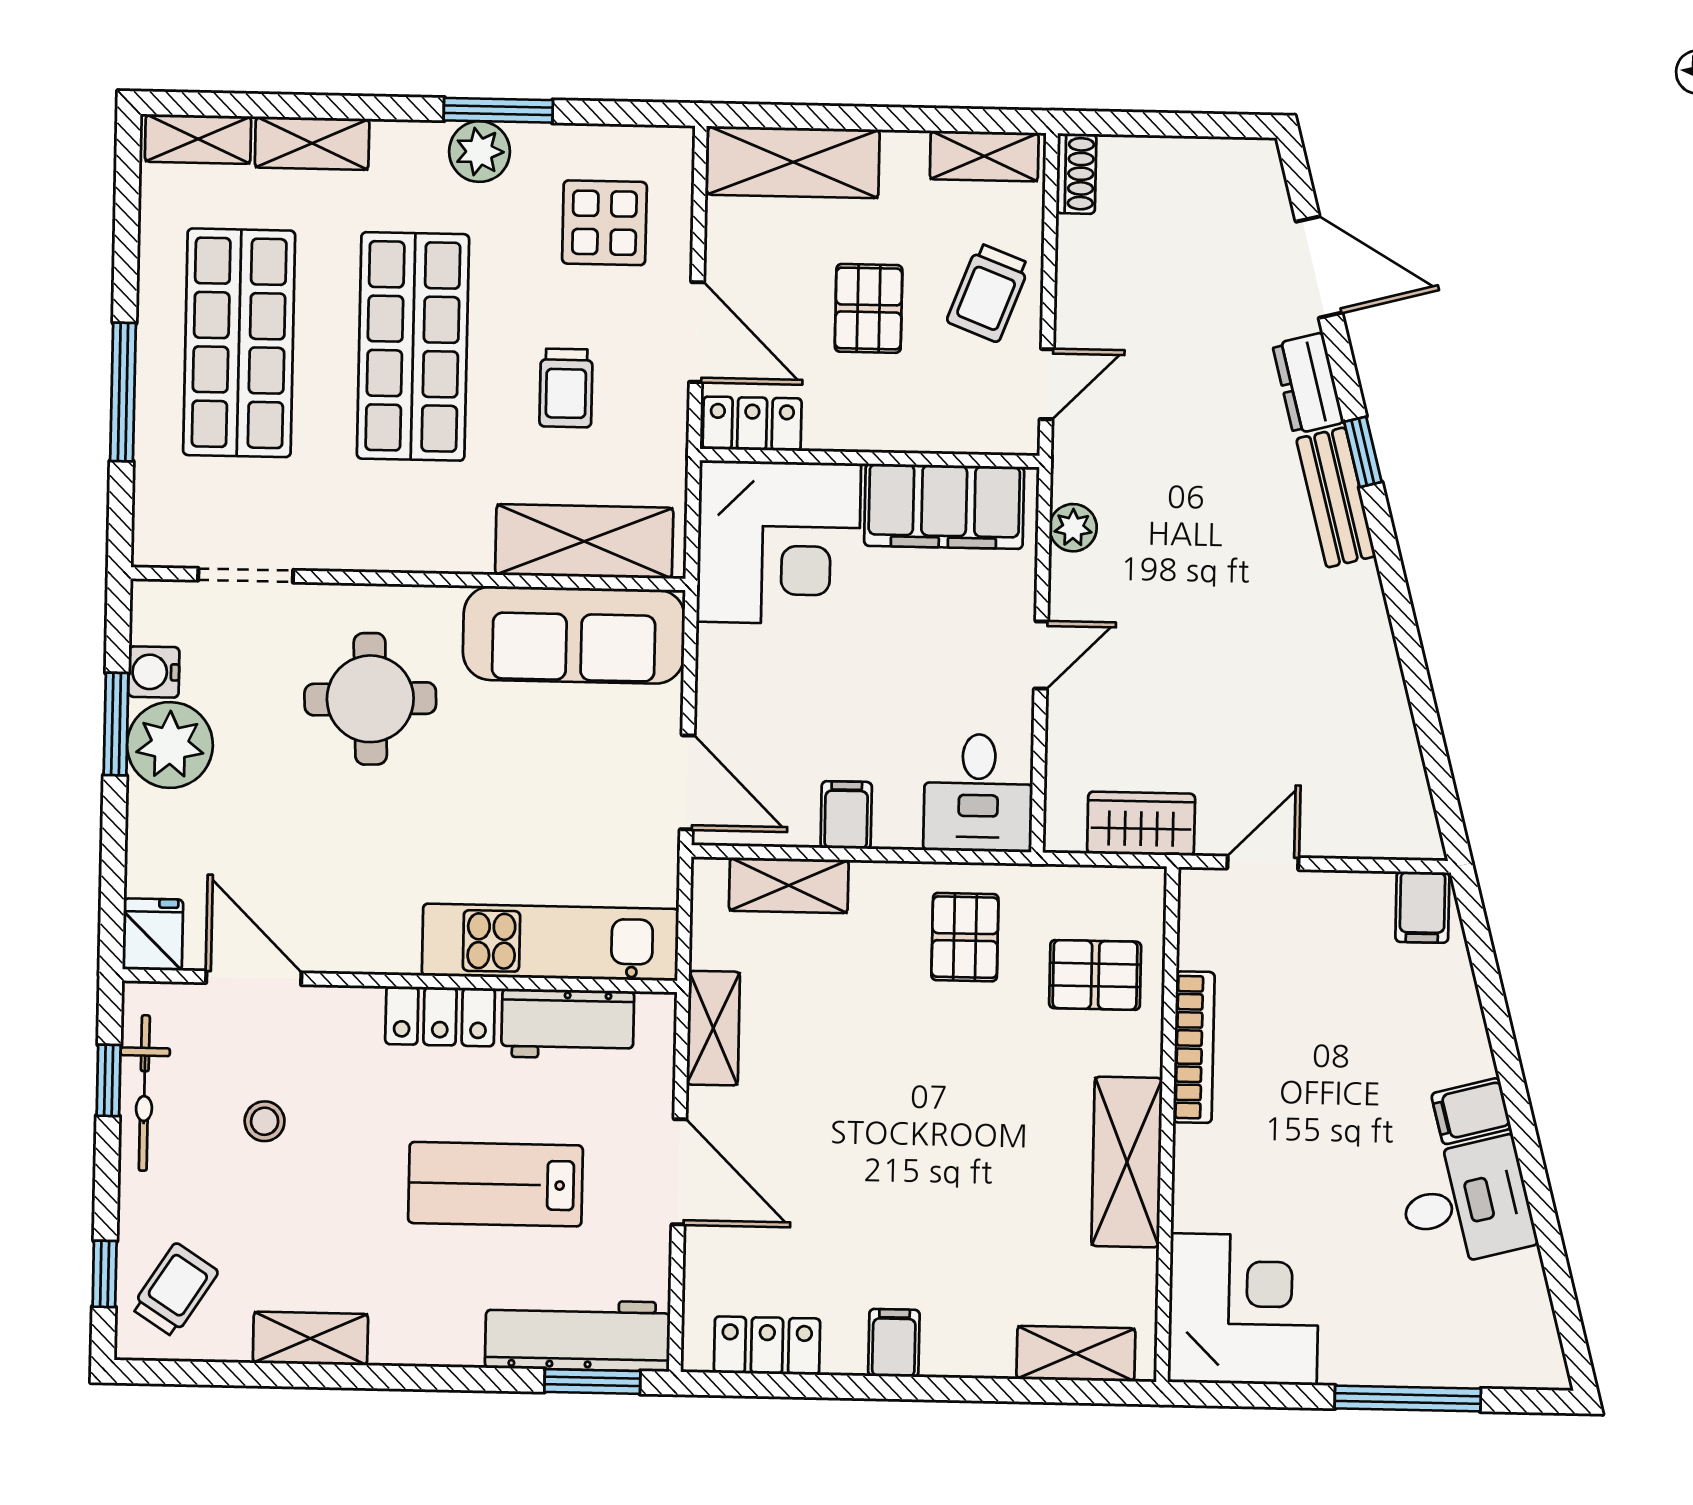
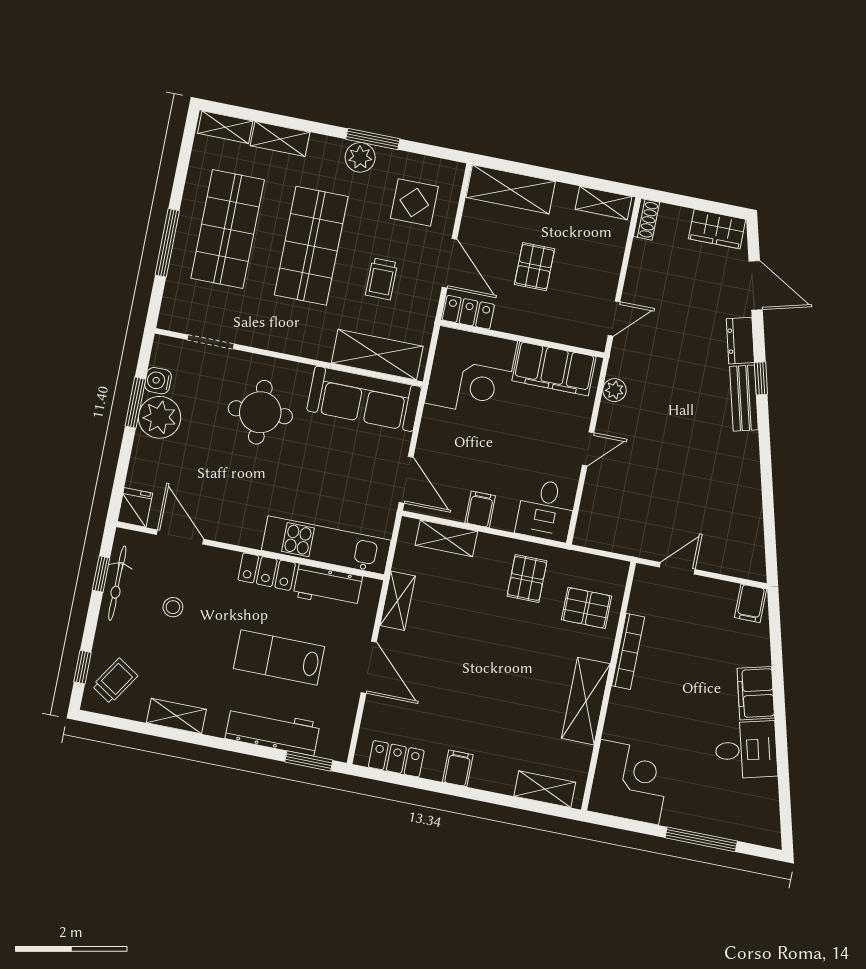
trolley: (988, 293) -> (594, 269), removed
wardrobe: (1141, 824) -> (717, 229), moved, turned 180
filing cabinet: (1471, 1111) -> (756, 693), width x2.00
workbench: (578, 1335) -> (273, 731), moved

